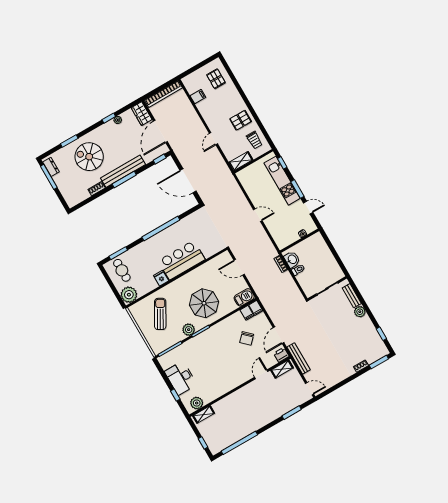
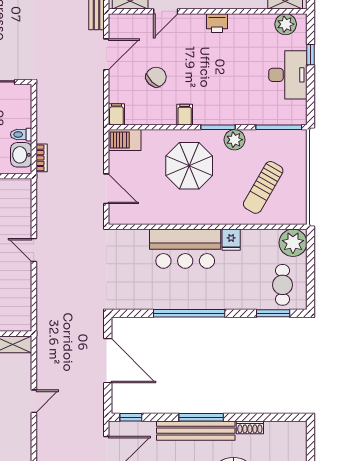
filing cabinet: (247, 313) -> (185, 115), moved
printer: (281, 355) -> (217, 23), moved

